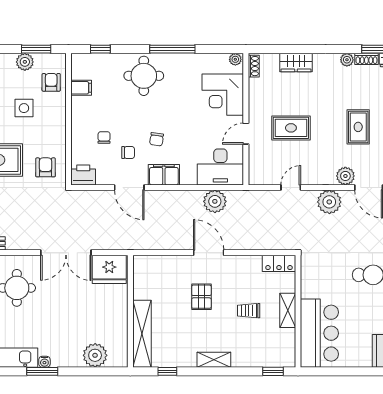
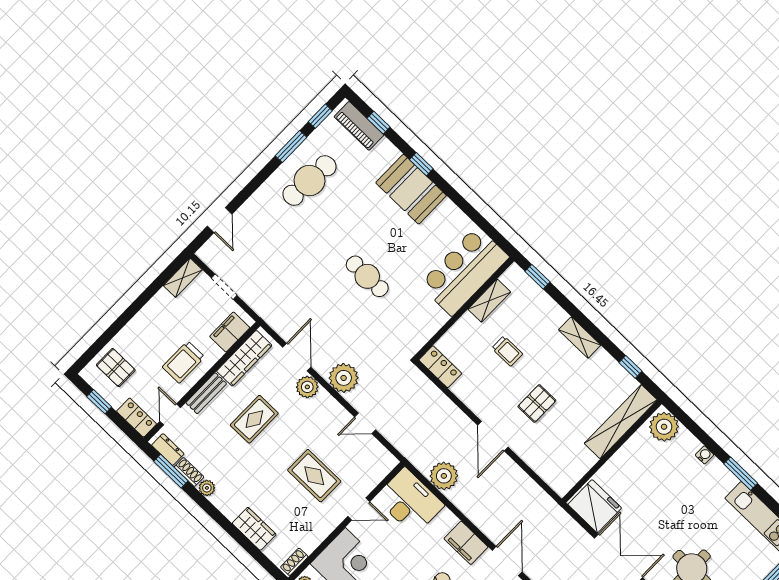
shelving: (288, 310) -> (489, 301), moved
plant: (95, 355) -> (664, 427), moved
water cooler: (44, 362) -> (704, 455), moved

